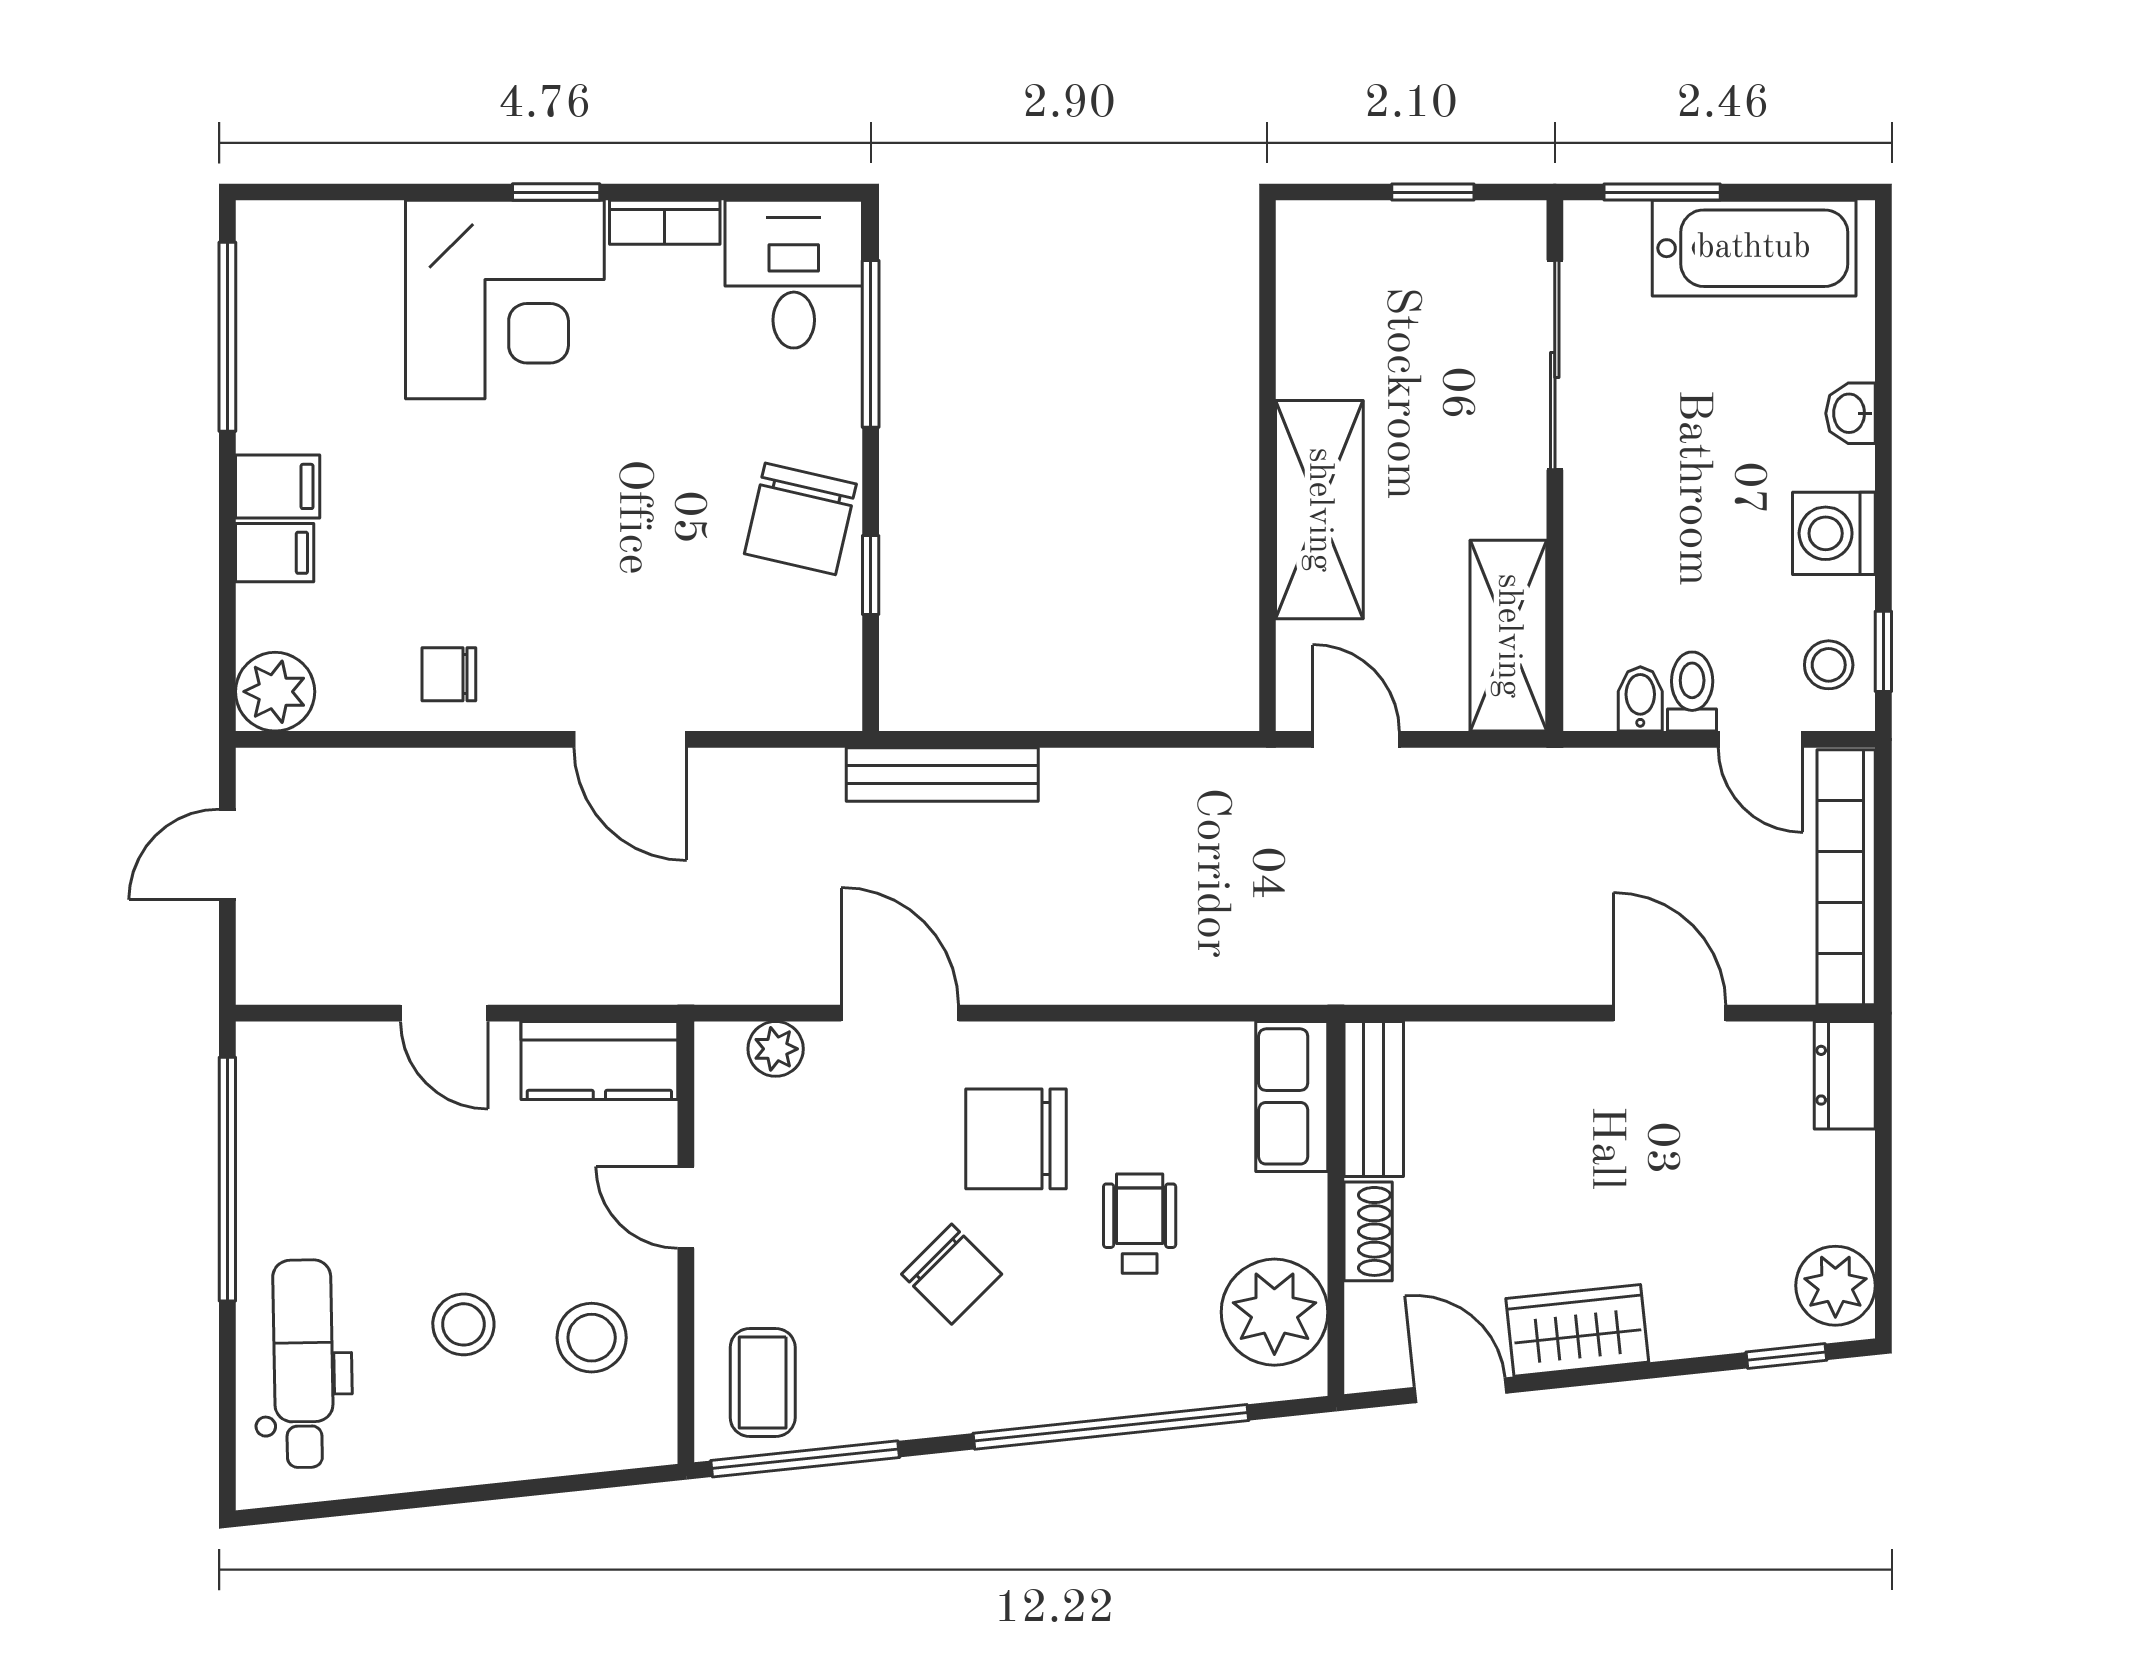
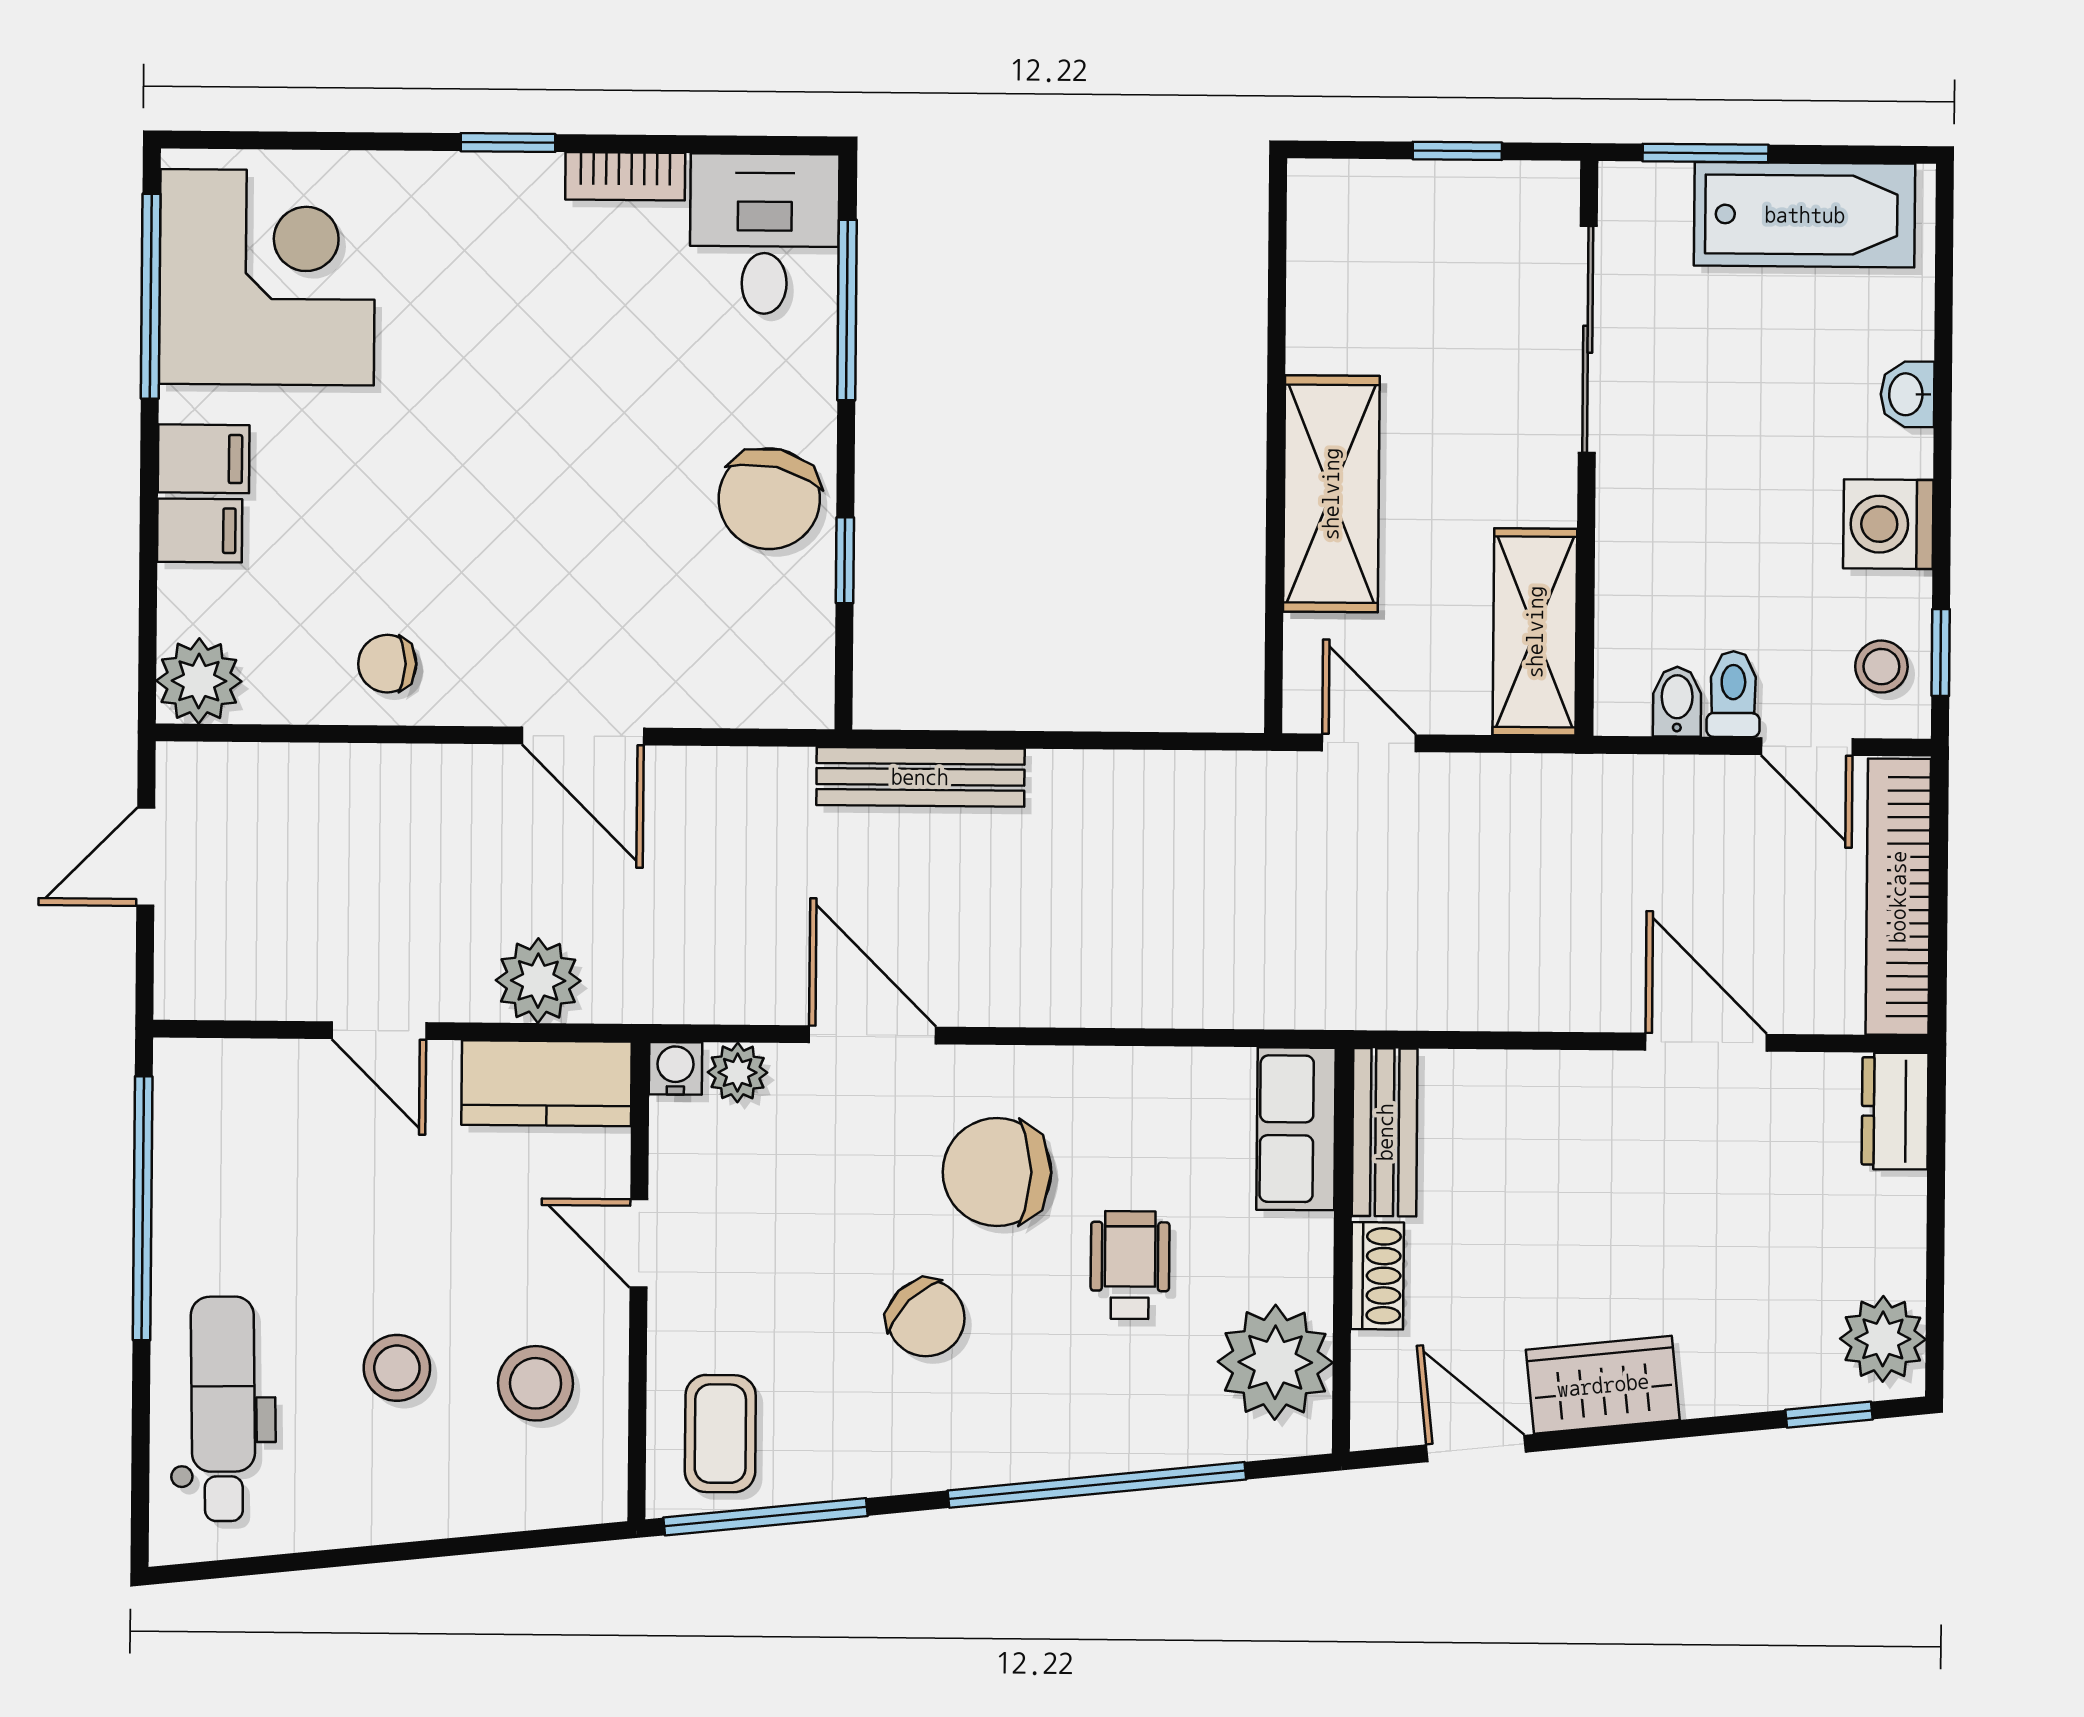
corner desk: (505, 299) -> (267, 277), moved, turned -90
plant: (591, 966) -> (538, 981), added
water cooler: (718, 1046) -> (676, 1068), added

